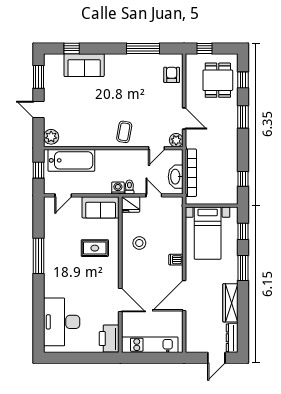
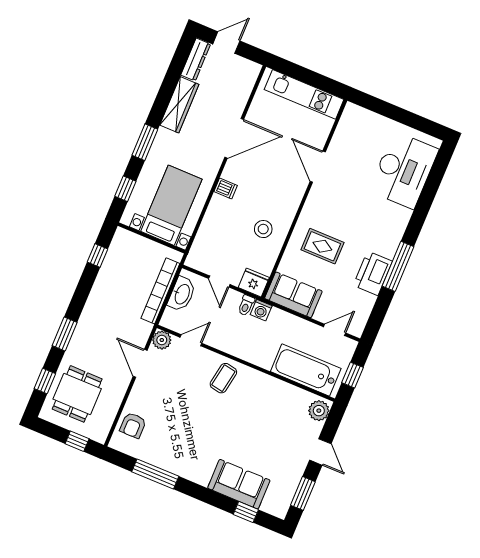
printer: (109, 339) -> (373, 273), moved, turned 180

